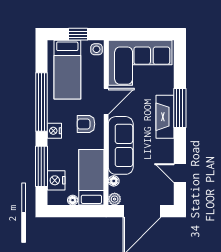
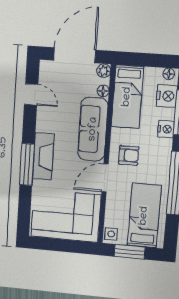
window: (78, 34) -> (130, 252), width x1.50
nightstand: (54, 131) -> (166, 129), moved
floor lamp: (73, 200) -> (169, 74), moved

